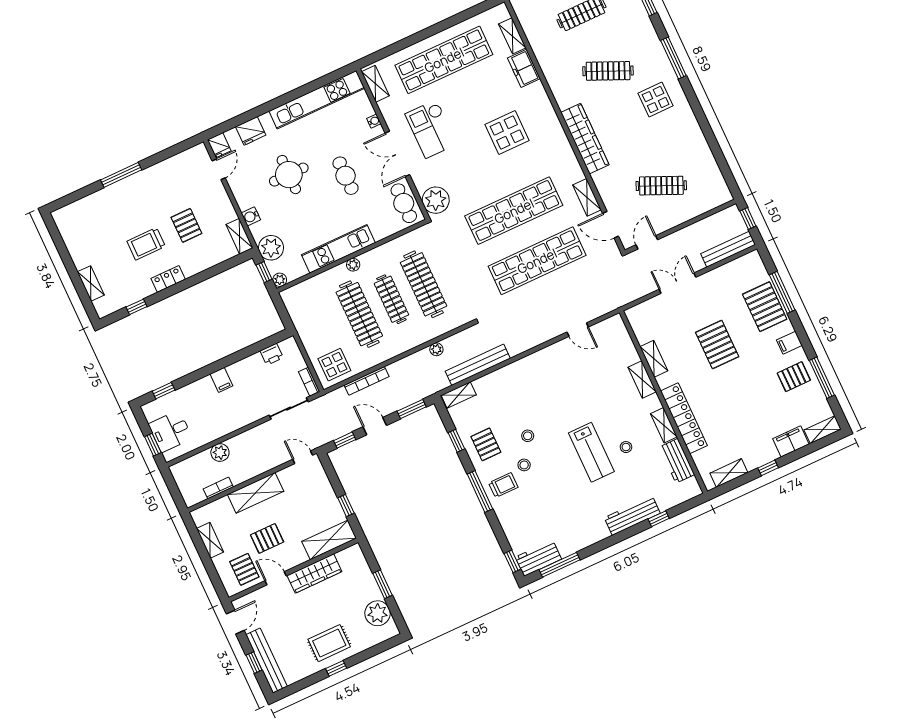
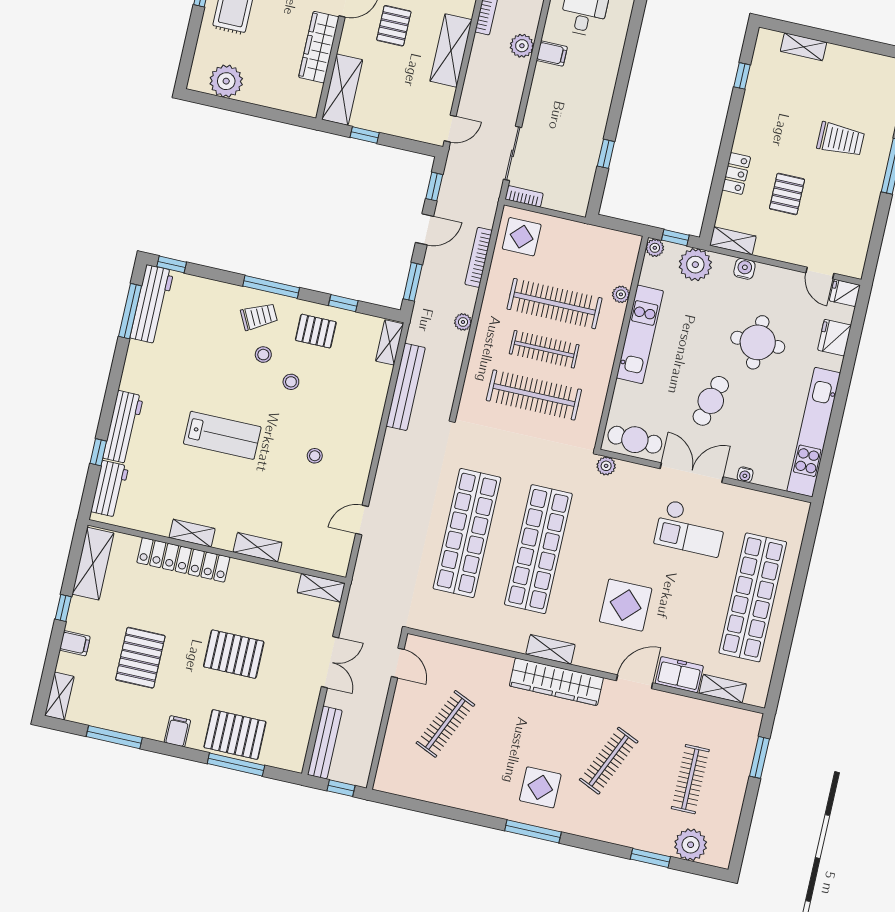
window: (673, 58) -> (533, 831), moved
shelving: (375, 84) -> (783, 506), removed
checkout: (431, 129) -> (691, 528), turned 180
cafe table: (346, 176) -> (711, 401), turned -74
shelving: (587, 197) -> (551, 649), moved
plant: (436, 200) -> (606, 466), width x0.53, depth x0.53
pallet: (186, 225) -> (787, 194), turned 90
door: (611, 225) -> (635, 682), moved
trolley: (146, 244) -> (841, 139), moved, turned 90
plant: (353, 265) -> (621, 294), moved
locker: (168, 279) -> (736, 173), moved
plant: (436, 349) -> (463, 322), moved
printer: (272, 354) -> (583, 179), removed
shelving: (654, 359) -> (321, 588), moved
pallet: (794, 377) -> (140, 658), moved, width x1.50, depth x1.42
filing cabinet: (221, 380) -> (552, 54), moved, turned 180
window: (164, 391) -> (606, 154), moved
filing cabinet: (791, 441) -> (75, 643), width x0.50
stool: (626, 447) -> (315, 456), moved
lab bench: (591, 452) -> (222, 435), turned 180
workbench: (677, 461) -> (110, 489), moved, turned 90
shelving: (729, 473) -> (93, 564), width x1.50, depth x1.33
trolley: (503, 485) -> (259, 316), turned -117
workbench: (538, 558) -> (152, 304), width x1.38
window: (382, 584) -> (253, 110), removed

